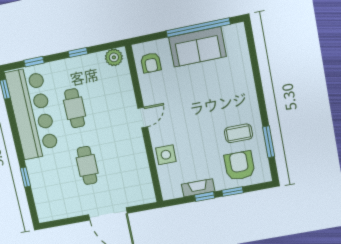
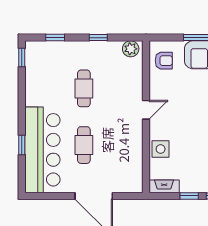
armchair: (151, 63) -> (164, 61), turned -90
bar counter: (32, 113) -> (42, 150), moved
fireplace: (198, 188) -> (164, 186), moved

